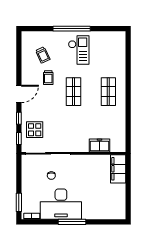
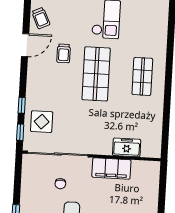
trolley: (43, 55) -> (41, 18), moved
shop shelf: (74, 92) -> (96, 74), width x1.43, depth x1.36
door: (19, 94) -> (25, 45), moved
filing cabinet: (118, 169) -> (111, 168), moved, turned -90

